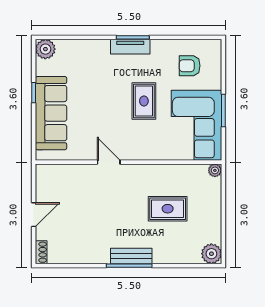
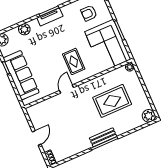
plant: (85, 48) -> (24, 29), added
rug: (144, 101) -> (74, 61), moved
door: (109, 162) -> (66, 89), hinge flipped
rug: (168, 209) -> (112, 101), width x1.36, depth x1.43

